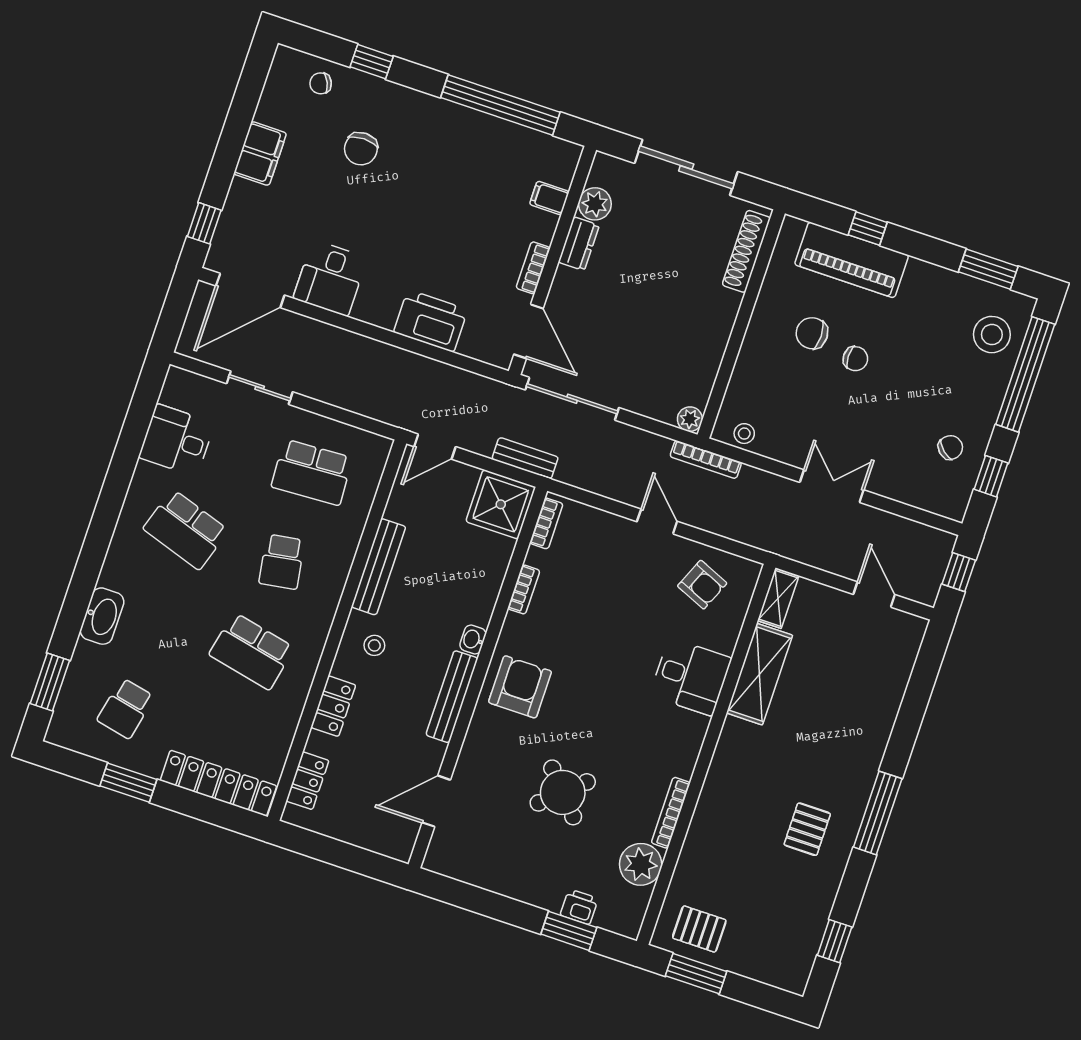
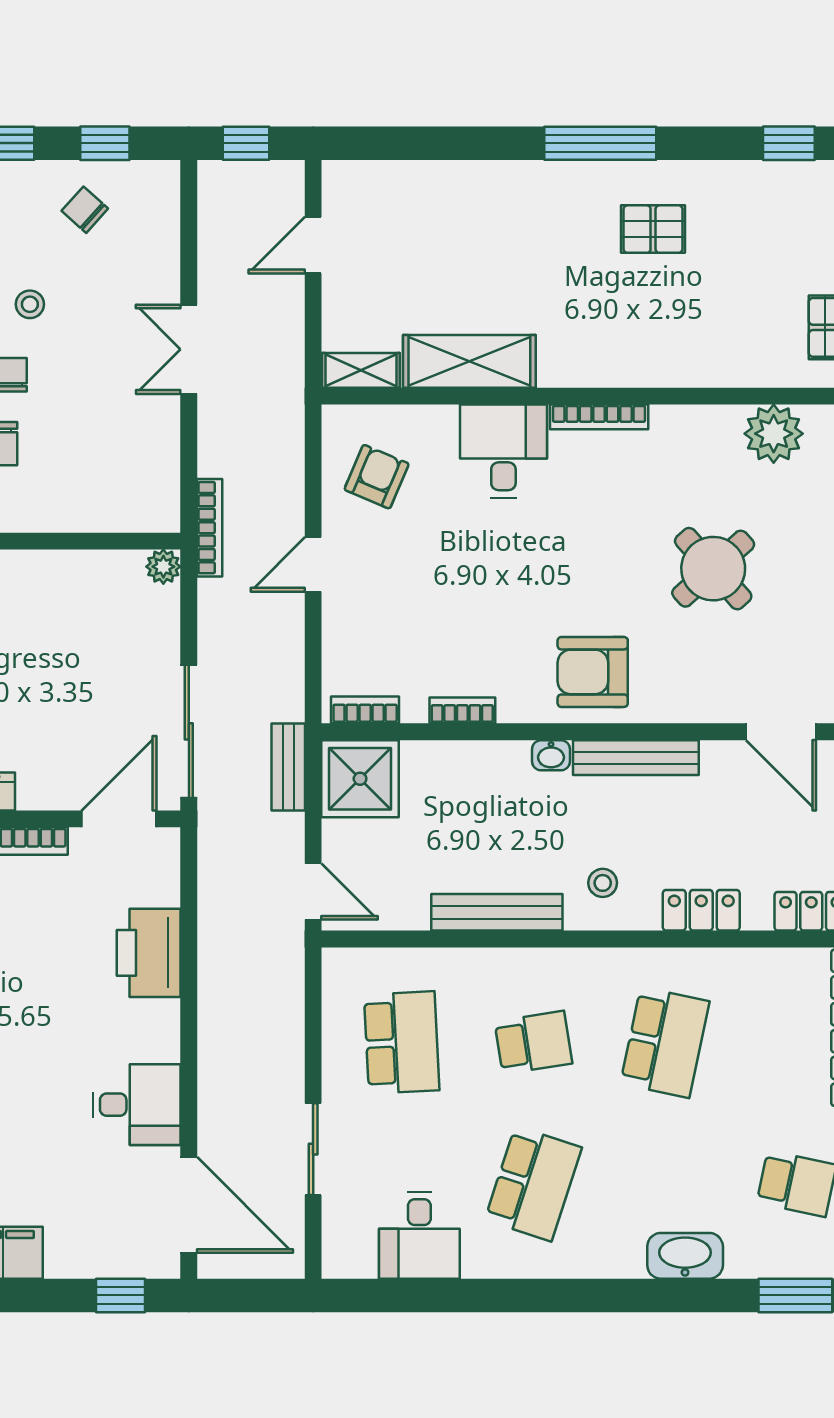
stool: (744, 434) -> (30, 304), moved
bookcase: (671, 813) -> (599, 417), moved

